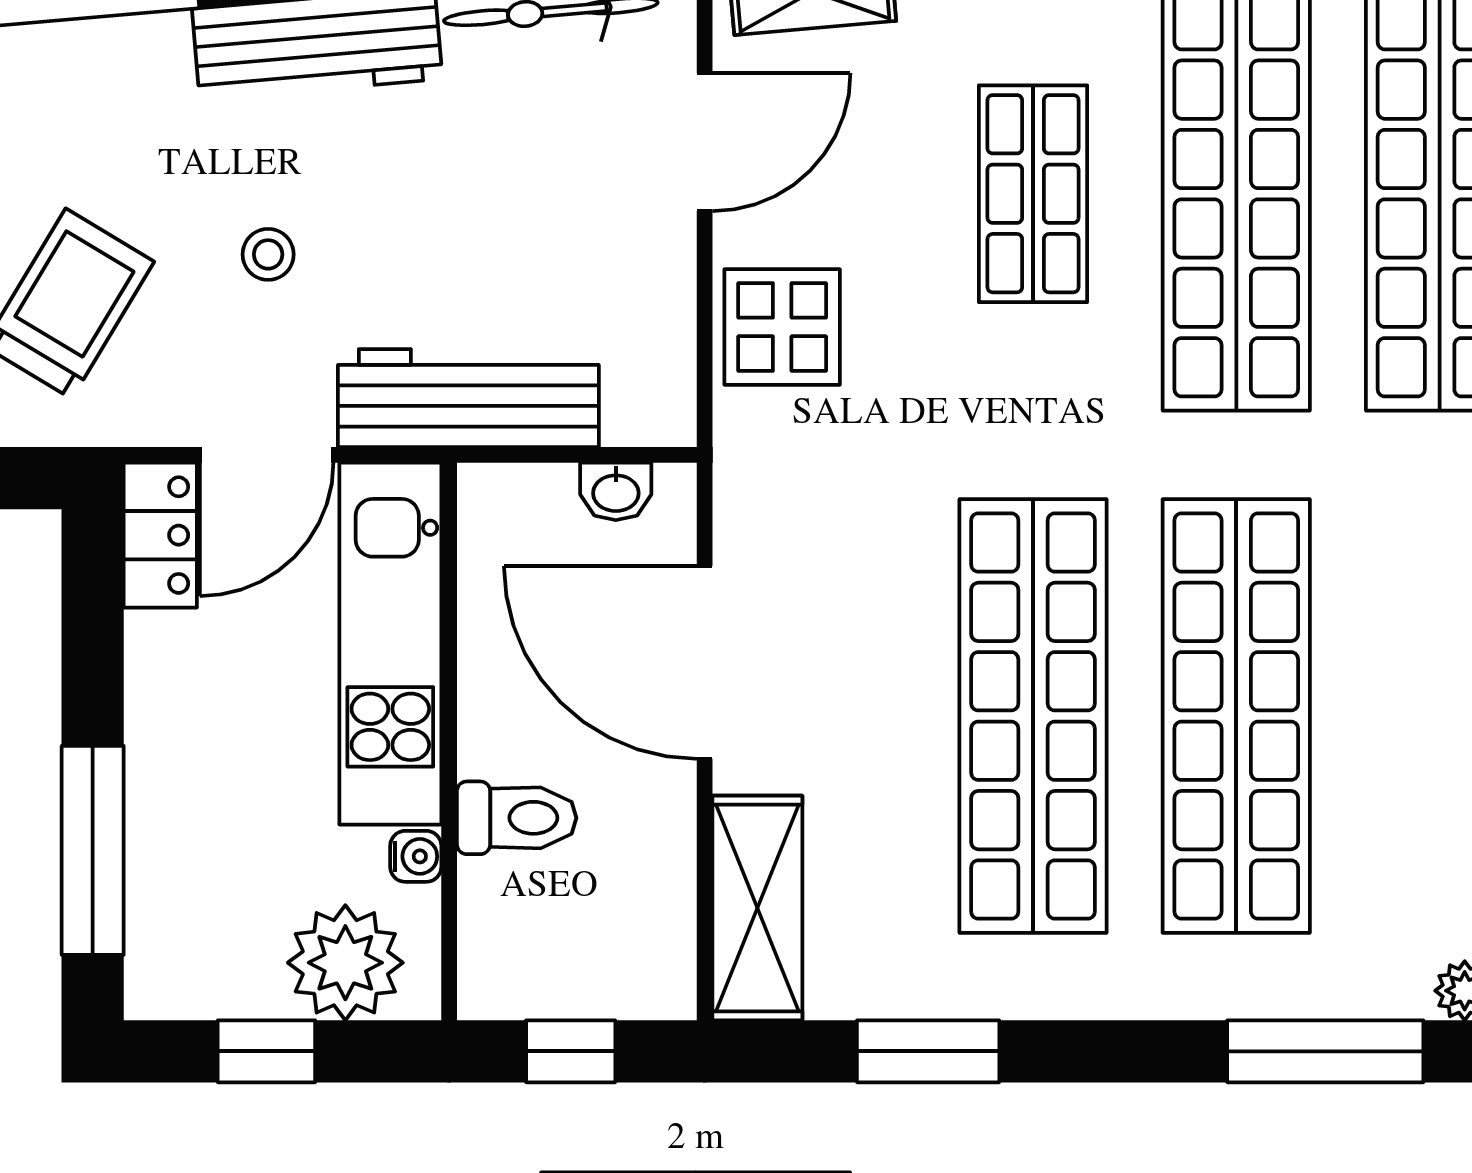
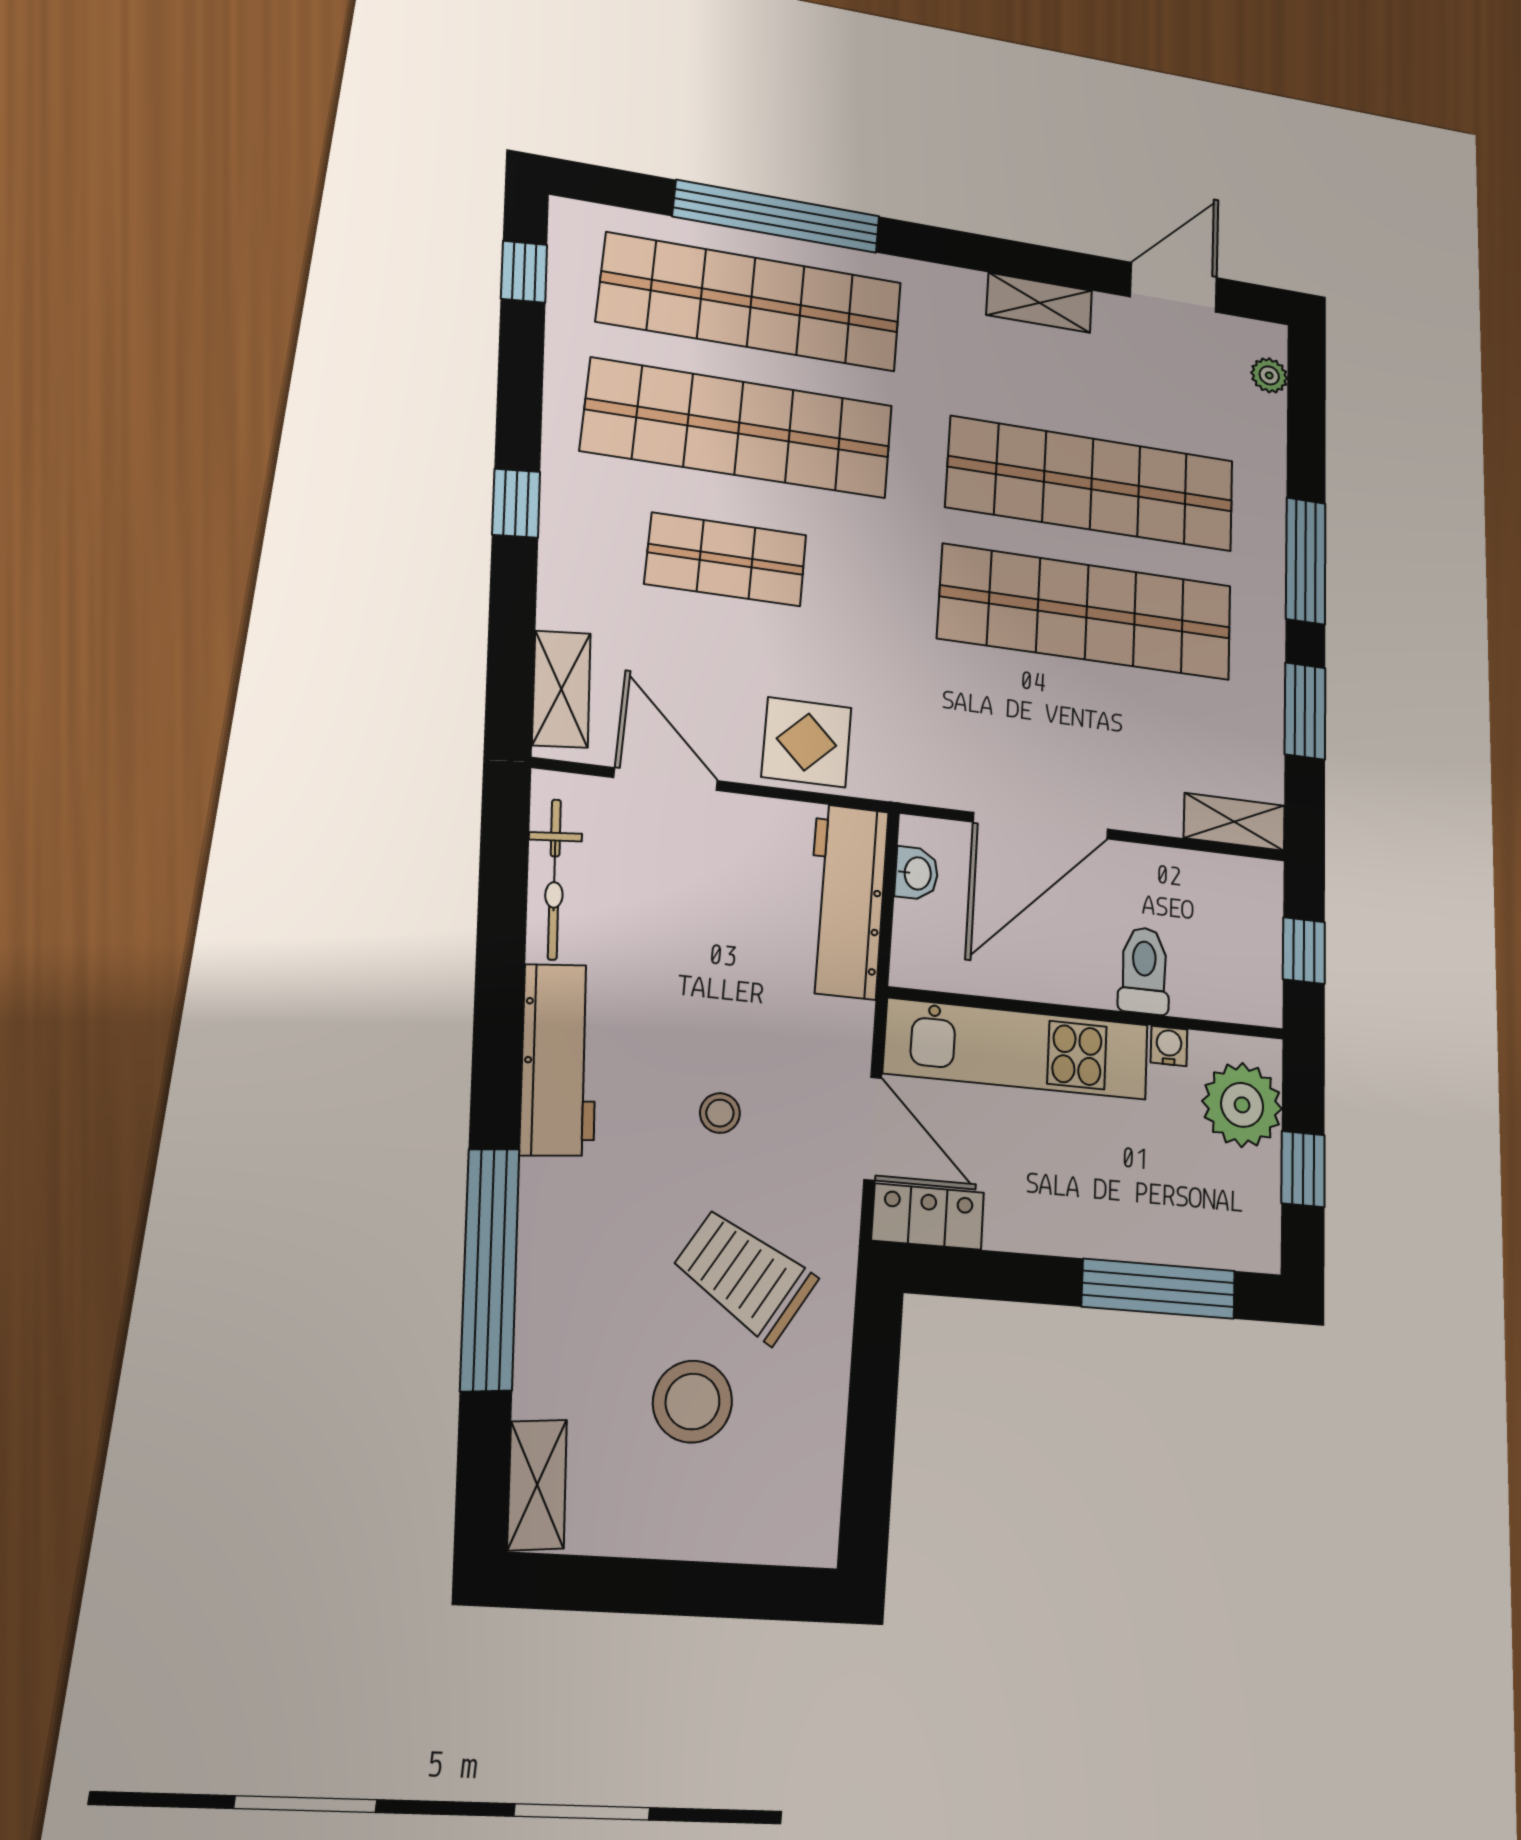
workbench: (468, 398) -> (846, 901), moved
shelving: (757, 908) -> (1234, 822), width x0.67, depth x0.75
window: (1325, 1051) -> (1306, 561), moved

